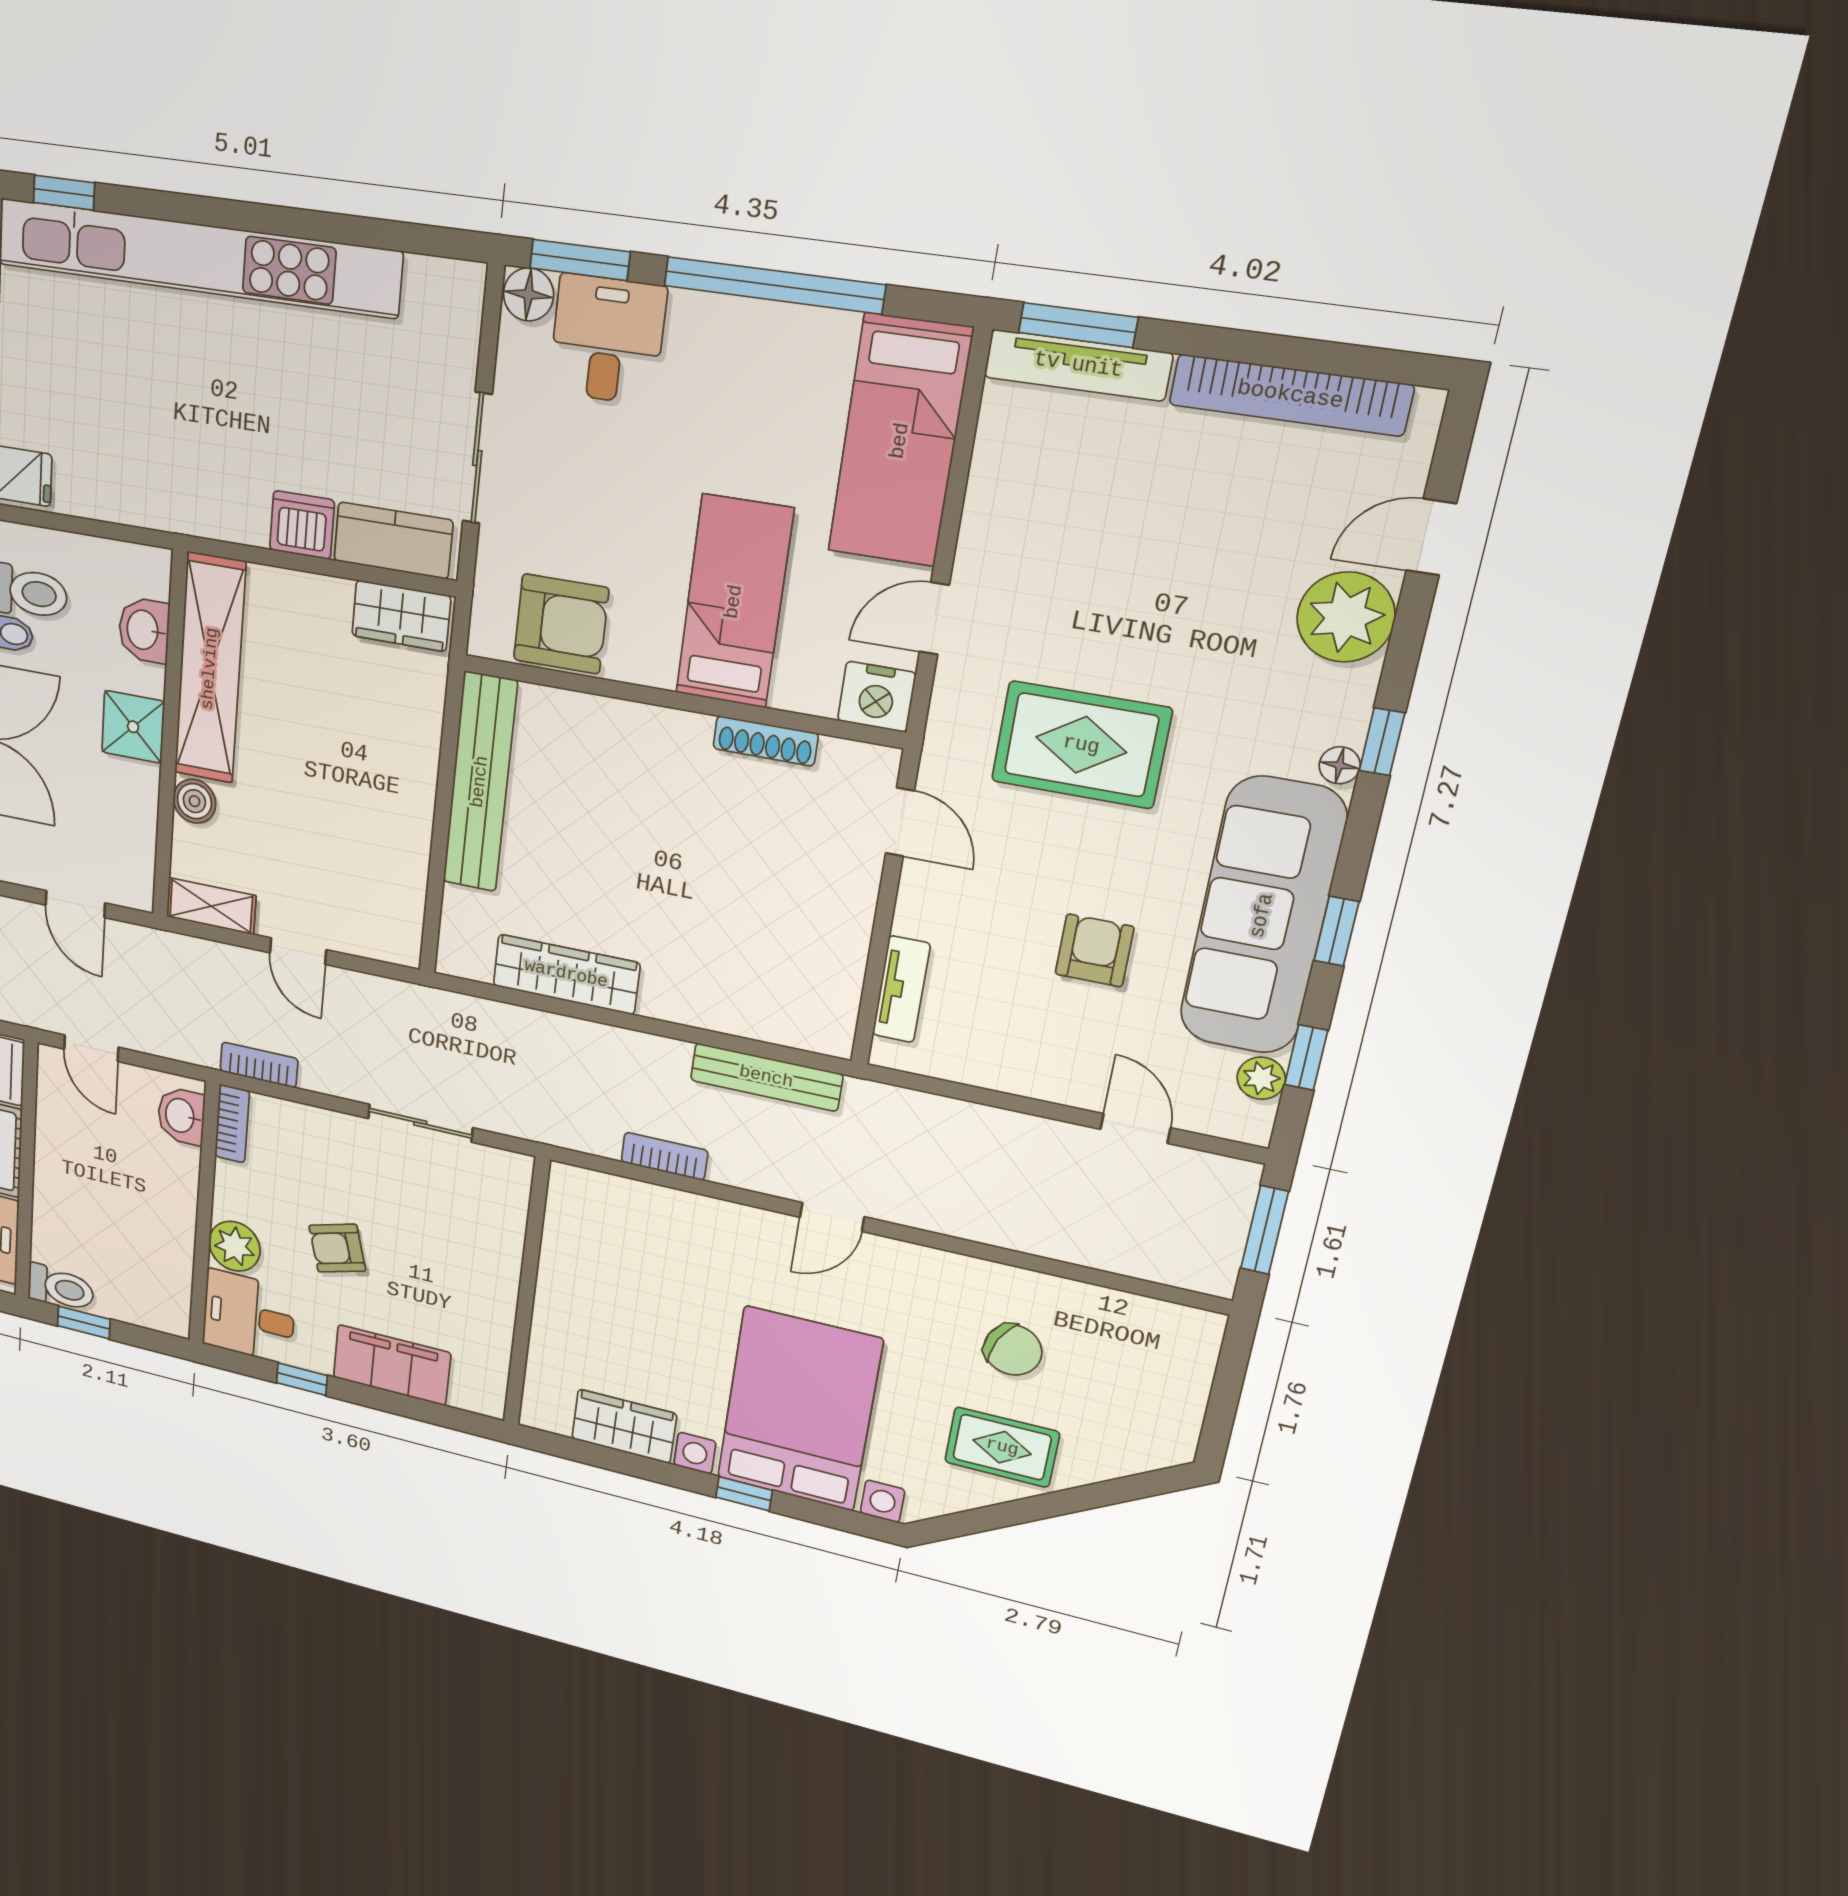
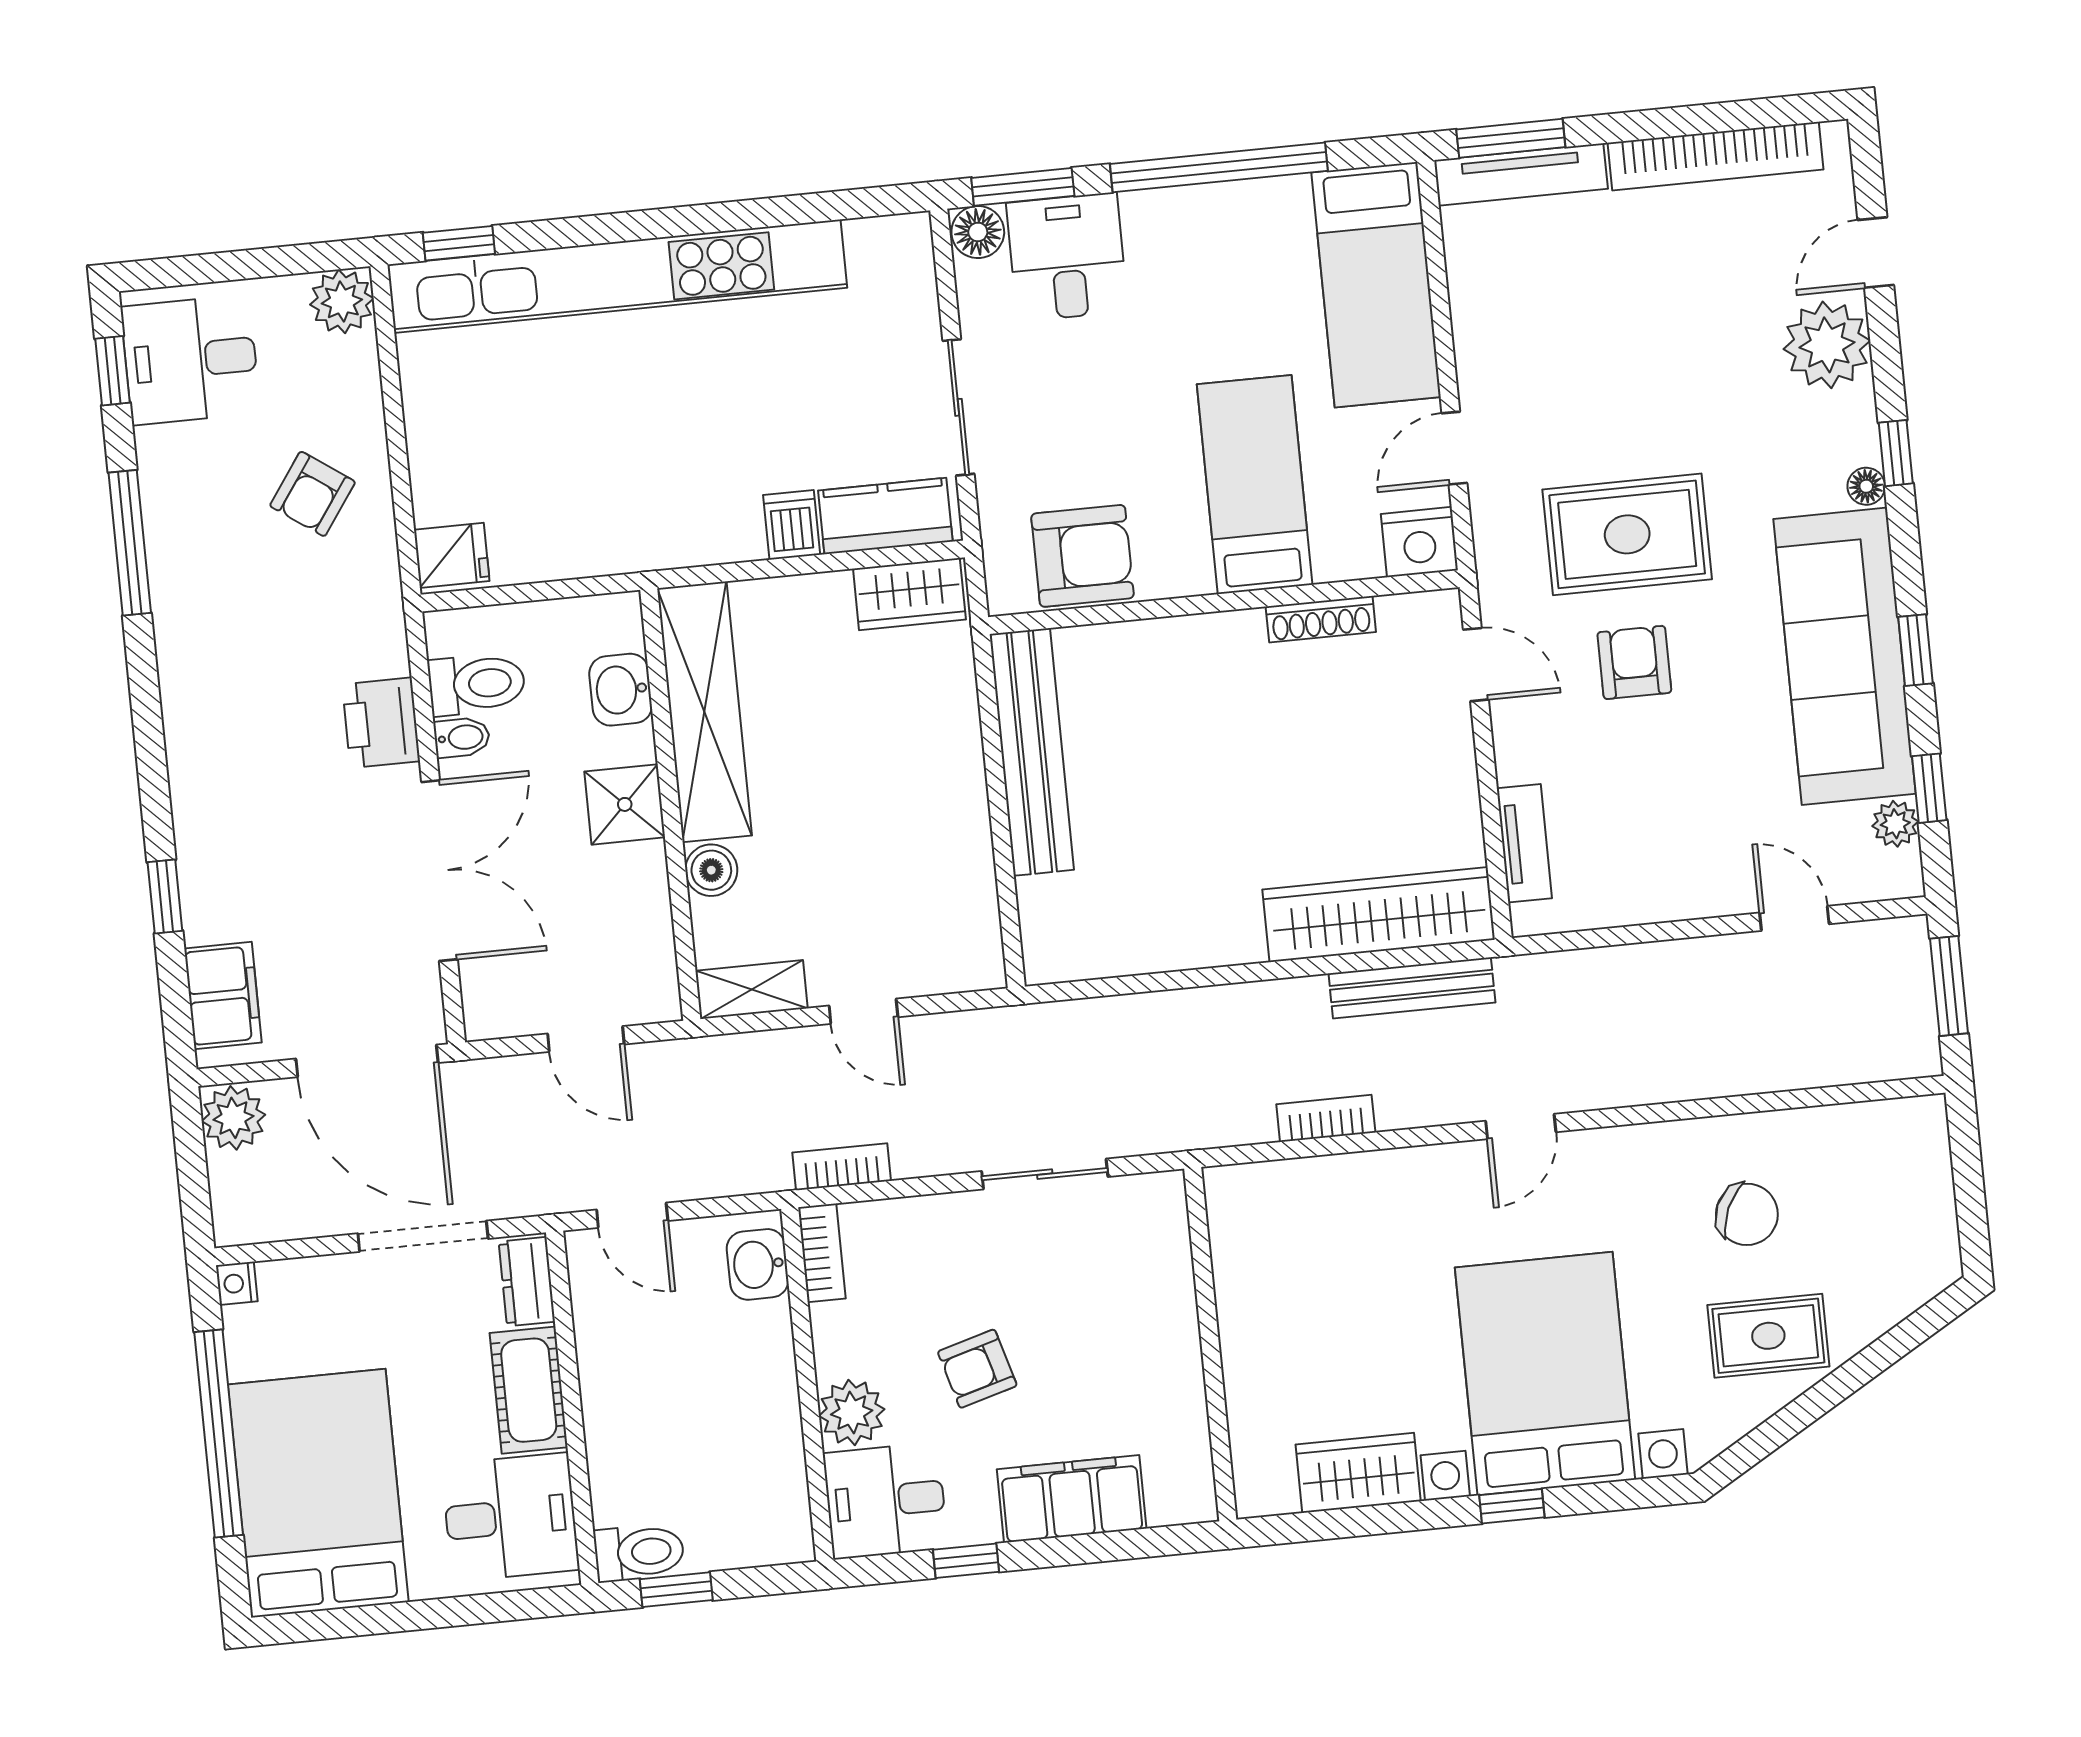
dishwasher: (302, 525) -> (792, 525), width x0.73
armchair: (1094, 950) -> (1634, 662), moved
wardrobe: (566, 974) -> (1379, 915), moved, width x1.40, depth x1.17

